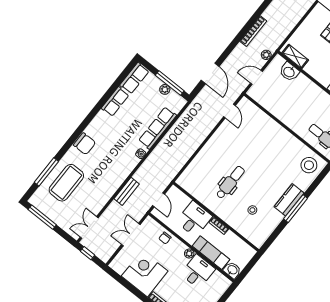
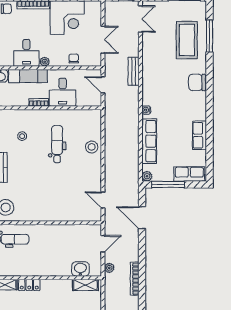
row of seats: (134, 78) -> (189, 174), moved, turned 90
plant: (165, 89) -> (147, 176), moved
stool: (205, 159) -> (92, 147), added
dental chair: (230, 182) -> (57, 144), turned 180

